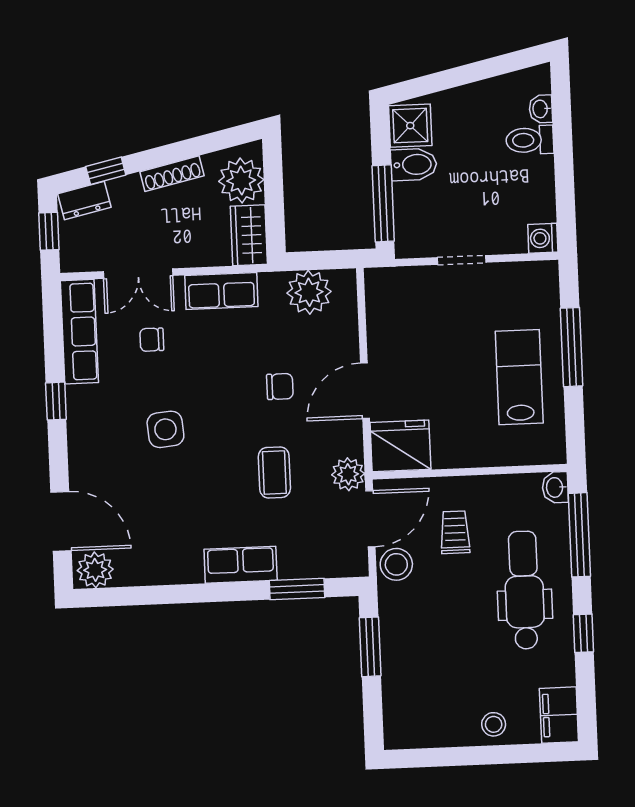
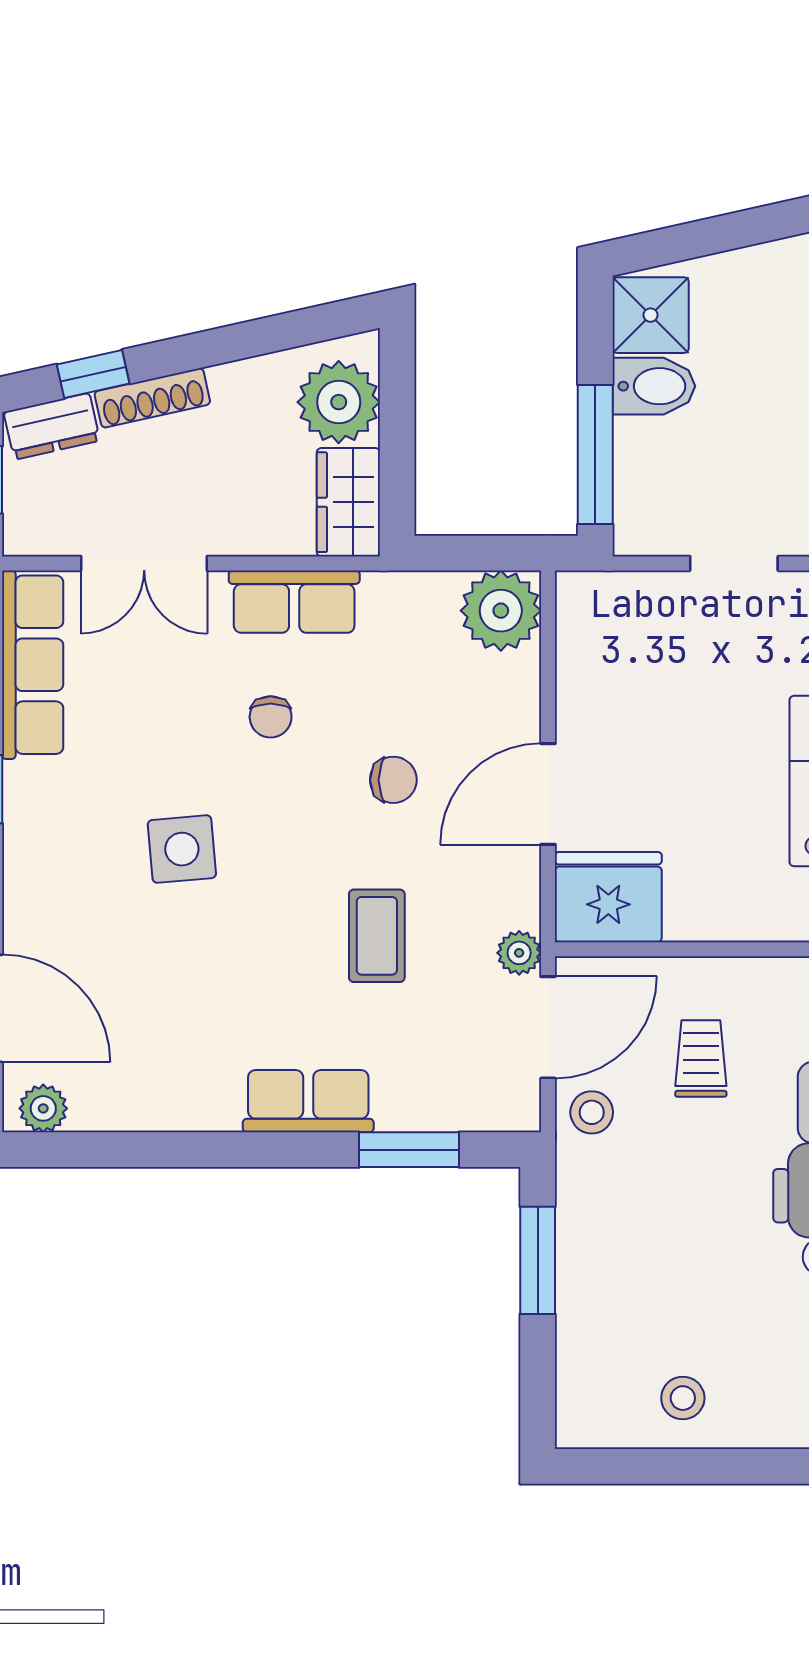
shoe rack: (172, 174) -> (152, 398), moved
plant: (309, 292) -> (501, 611), moved
chair: (152, 340) -> (271, 717), moved, turned -90
plant: (348, 474) -> (519, 953), width x0.73, depth x0.73
stool: (396, 564) -> (592, 1112), width x0.73, depth x0.73
plant: (95, 570) -> (43, 1108), width x0.73, depth x0.73
stool: (494, 724) -> (683, 1398), moved

